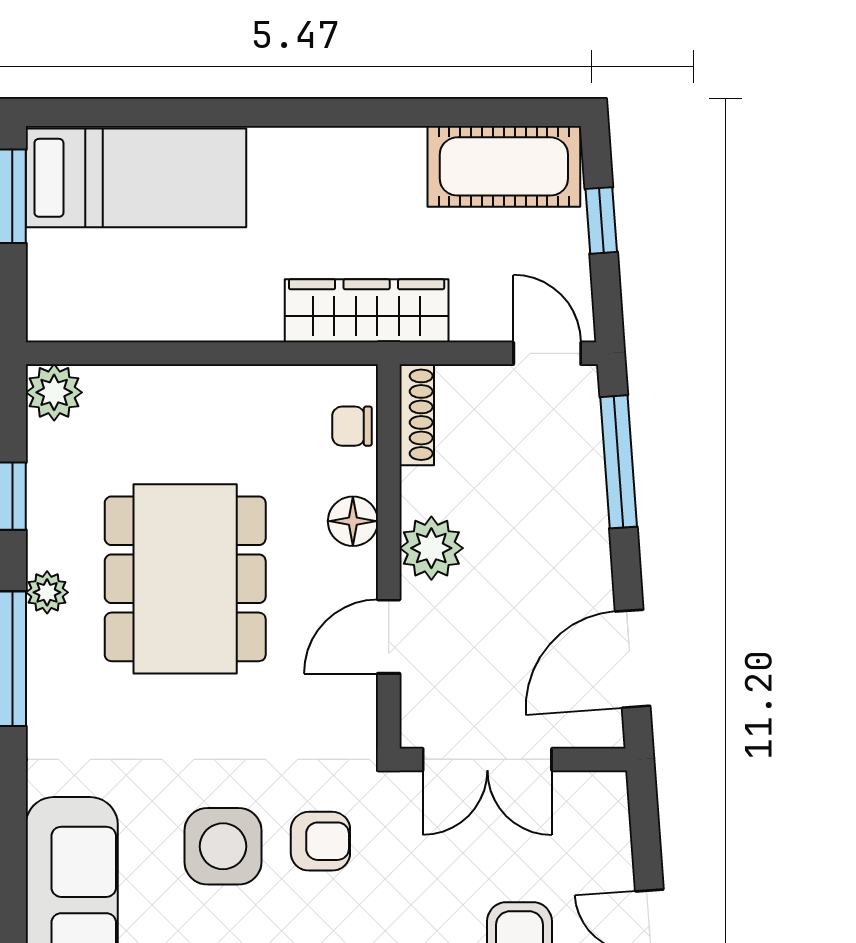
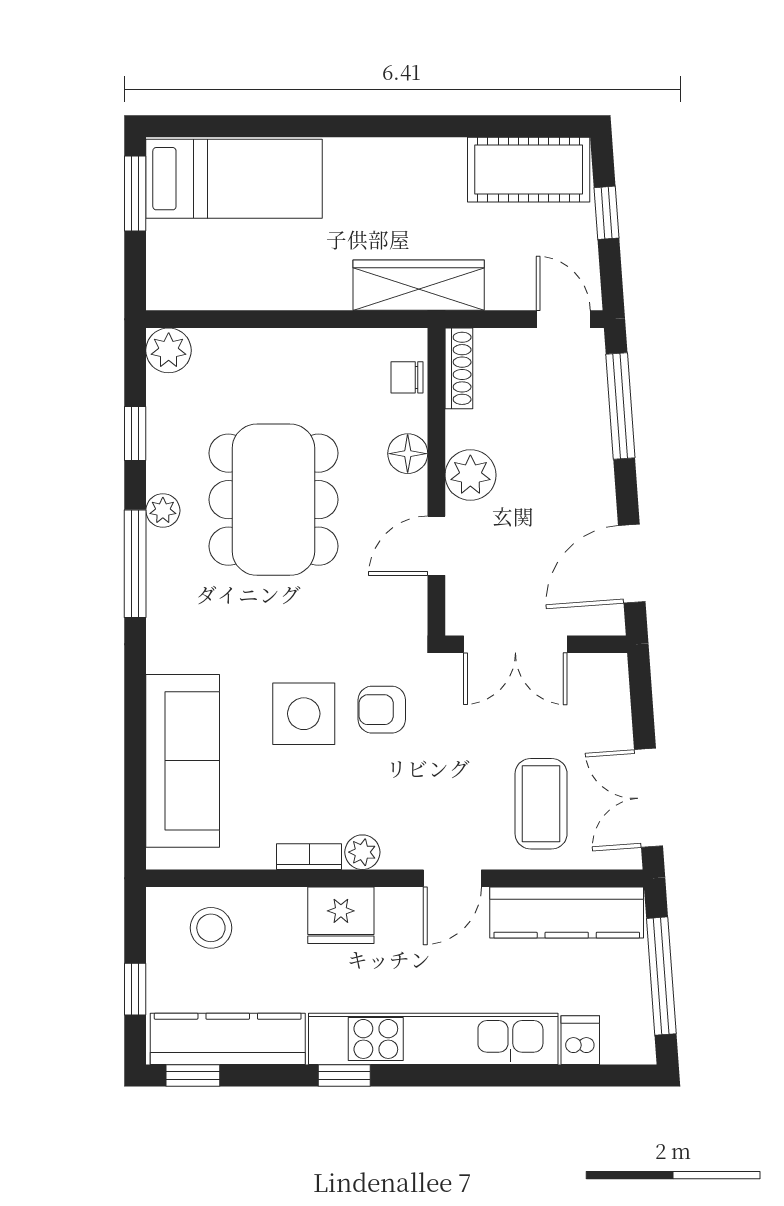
armchair: (320, 841) -> (382, 710), turned 180

